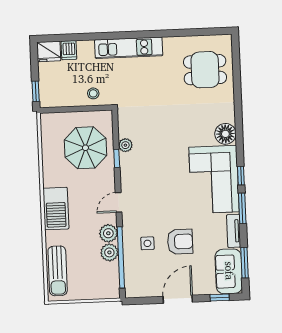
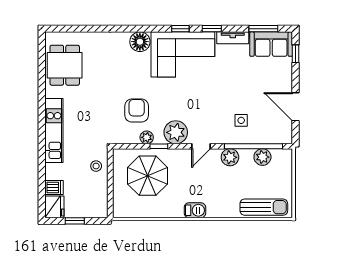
dining table: (205, 70) -> (65, 65), moved
window: (36, 91) -> (75, 221), moved
plant: (132, 175) -> (176, 132), added
door: (119, 202) -> (201, 146), hinge flipped
window: (242, 208) -> (212, 29), width x0.67
barbecue: (56, 209) -> (195, 210), width x0.53, depth x0.65
armchair: (180, 242) -> (137, 111), moved
plant: (109, 252) -> (262, 157), moved
door: (178, 299) -> (296, 107), moved

